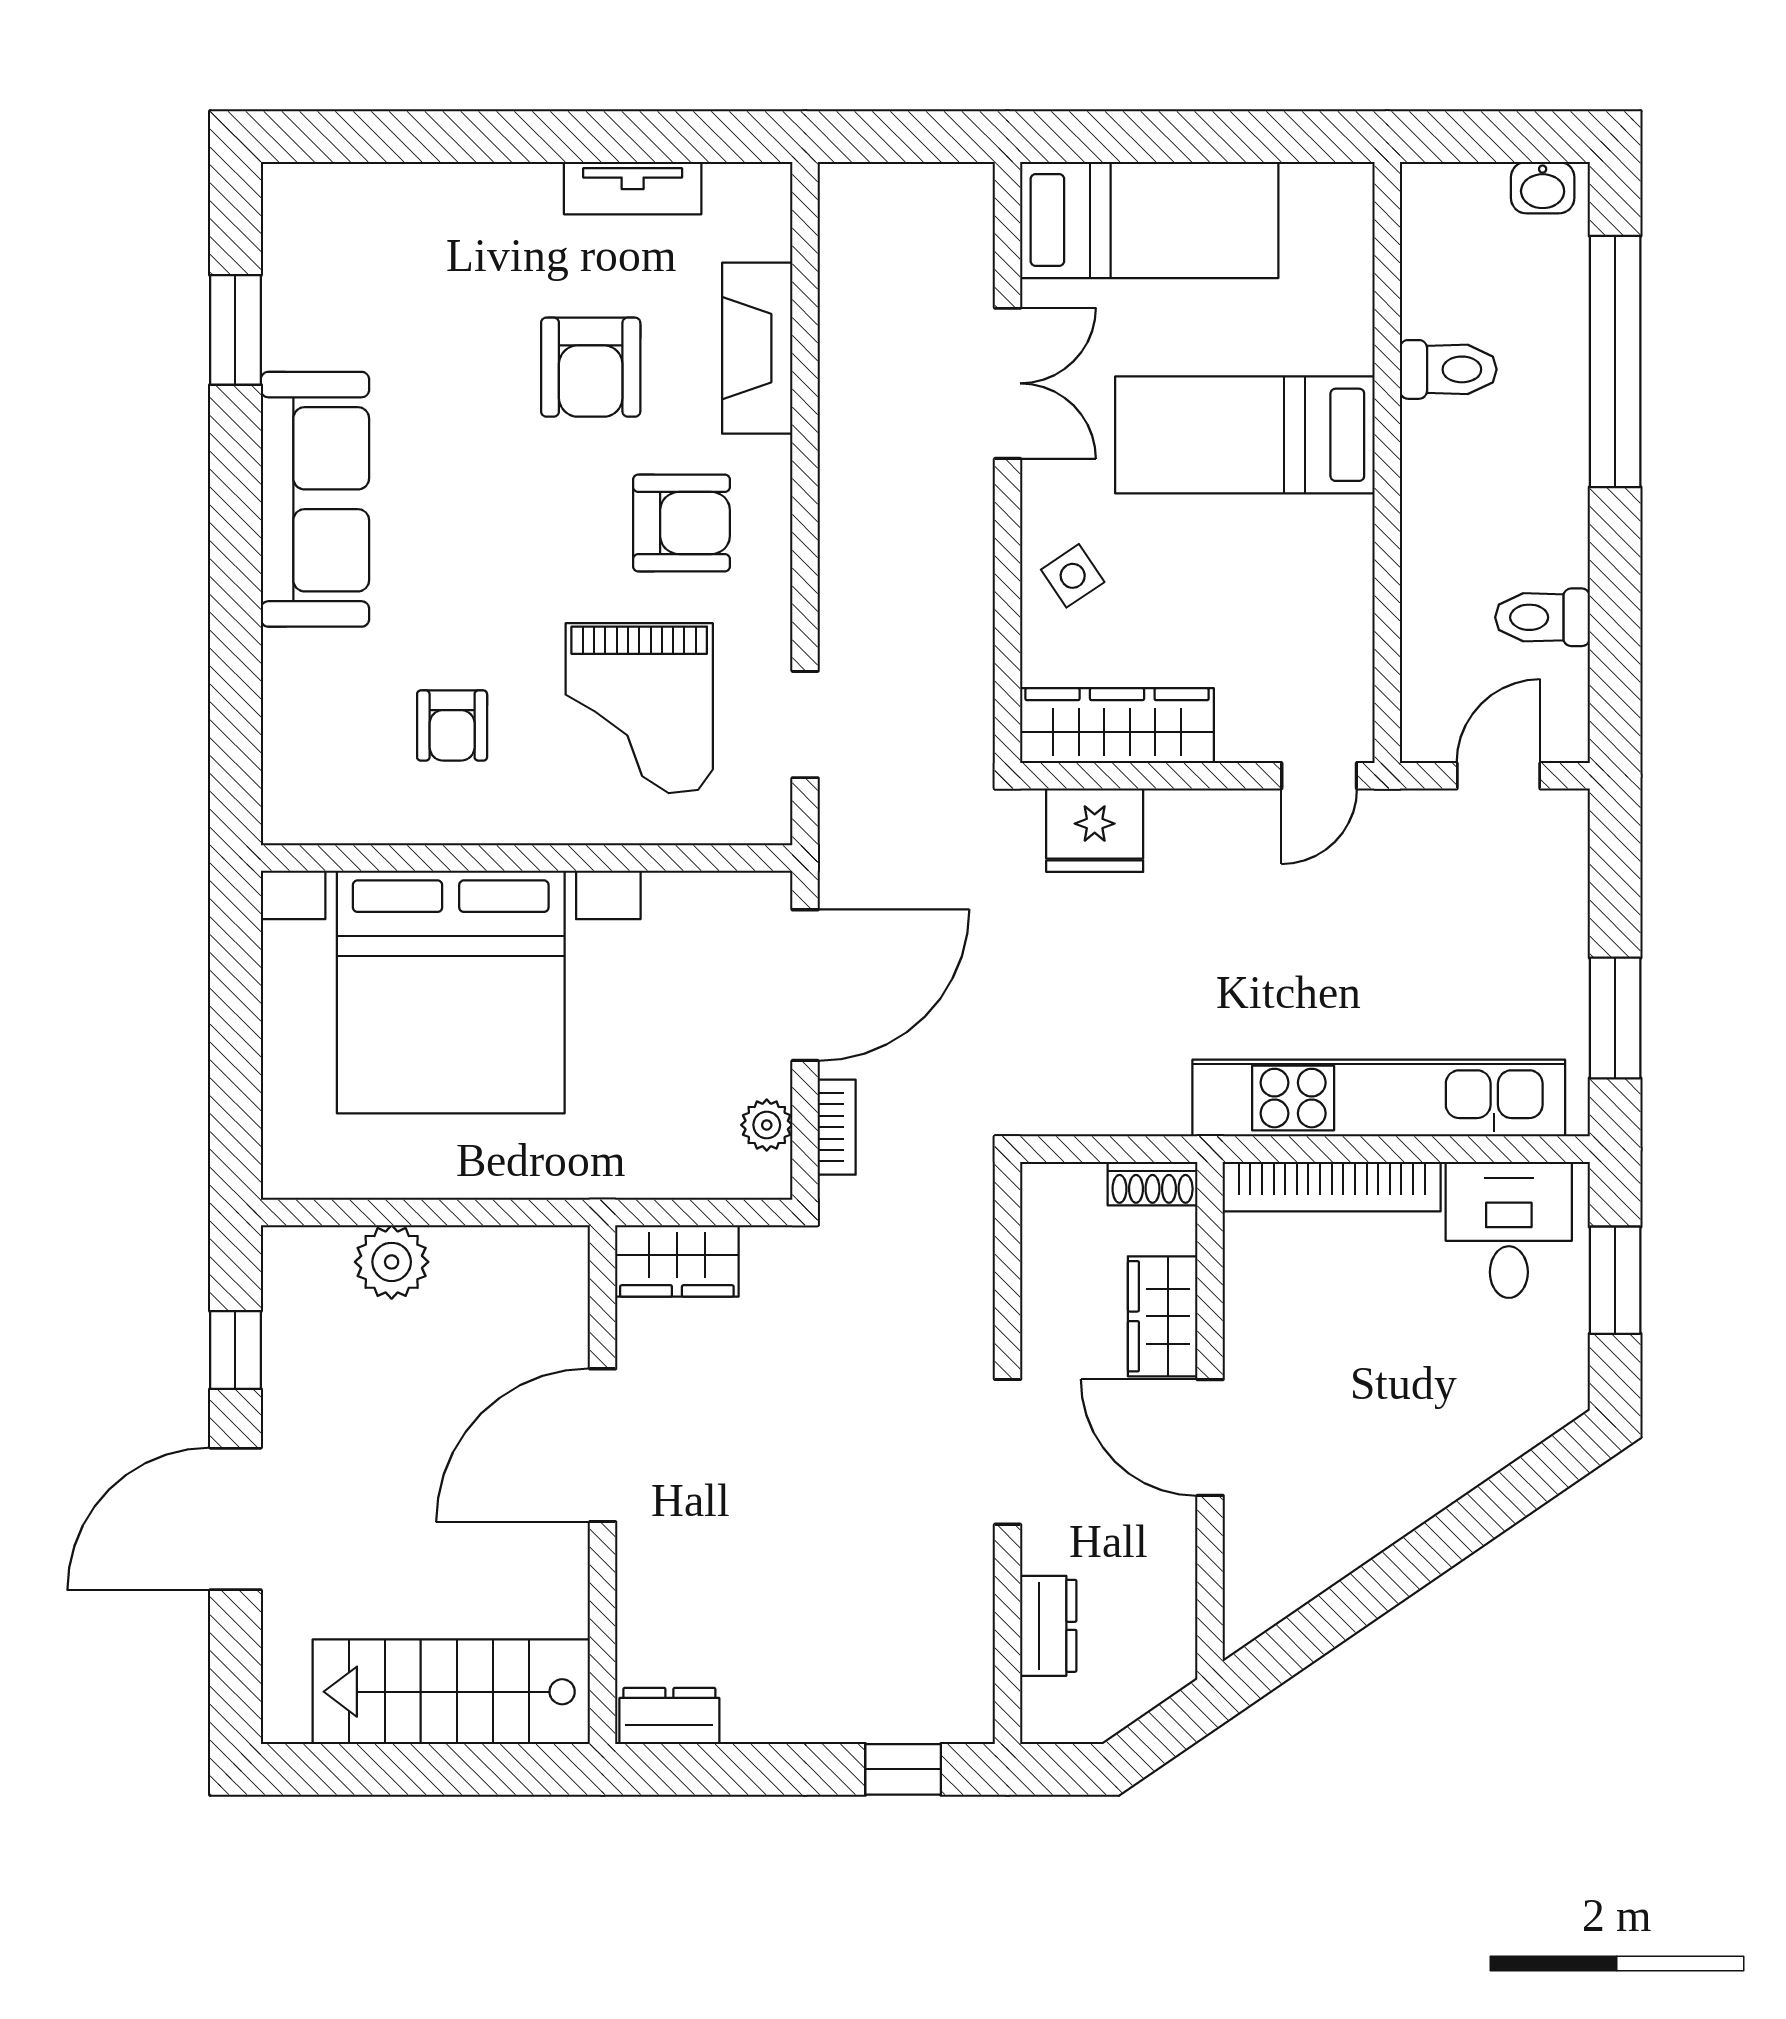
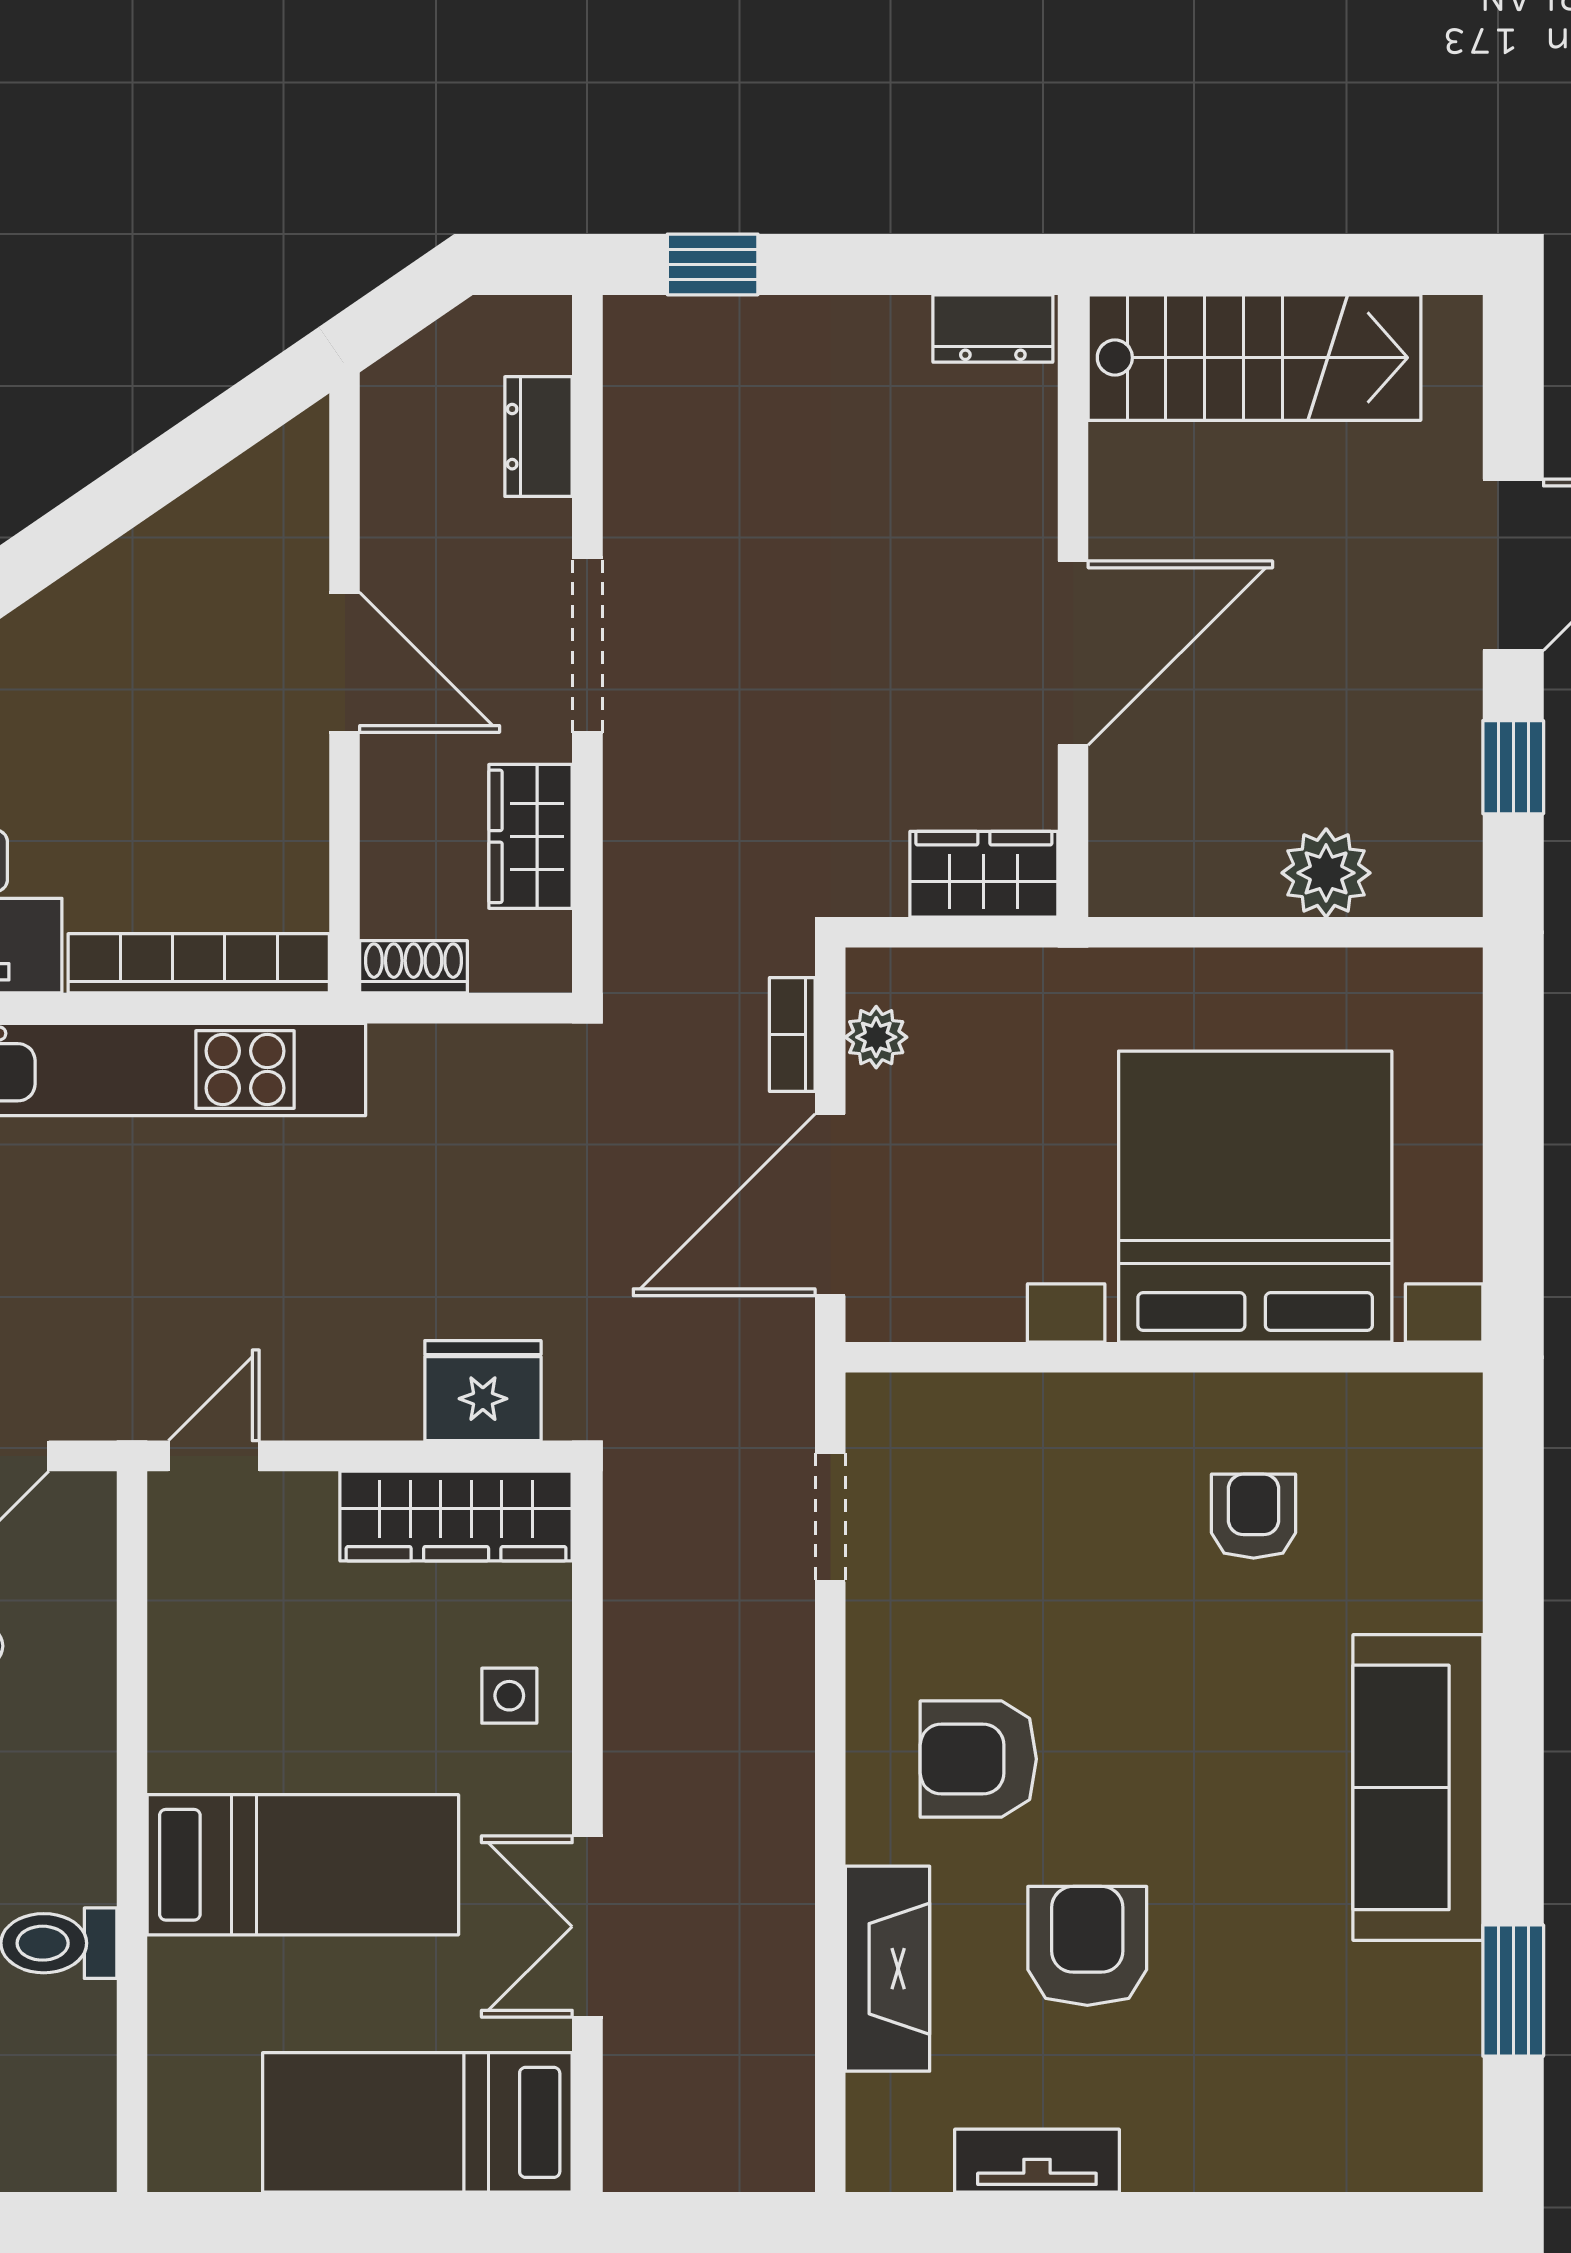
side table: (1073, 576) -> (509, 1696), turned 34
grand piano: (639, 708) -> (1029, 1537), removed
wardrobe: (1163, 1316) -> (530, 836), moved, turned 180

